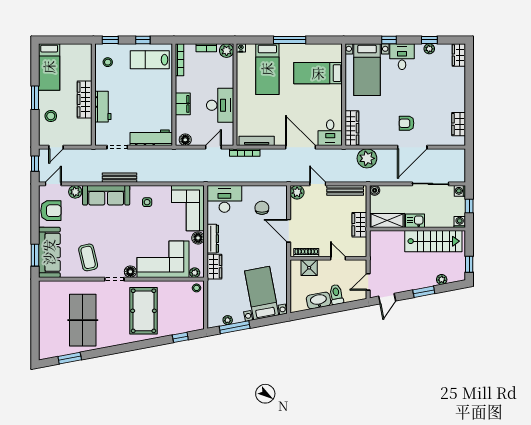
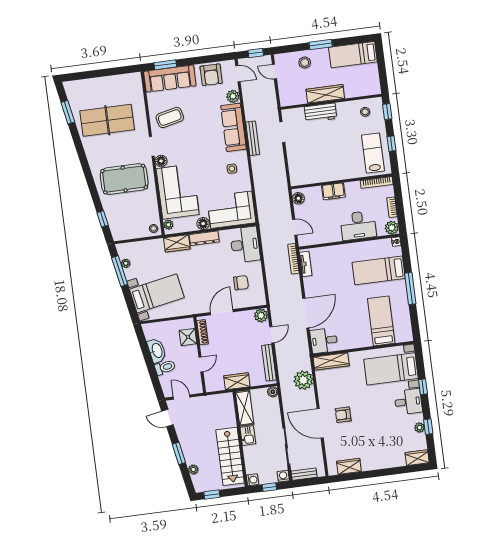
desk: (220, 105) -> (358, 226), moved
armchair: (407, 123) -> (343, 415), turned -90
workbench: (151, 138) -> (296, 165), removed
tv unit: (257, 141) -> (306, 264), width x0.71
bench: (461, 170) -> (304, 474), added

